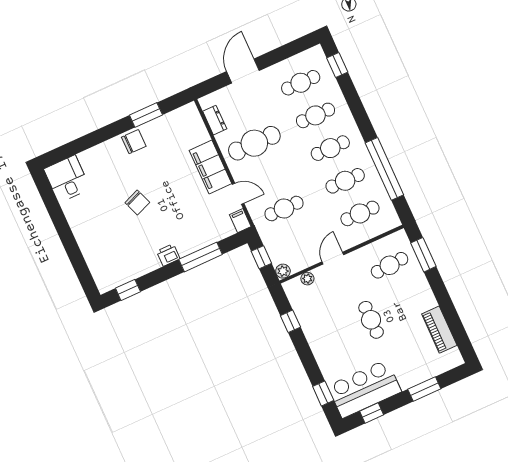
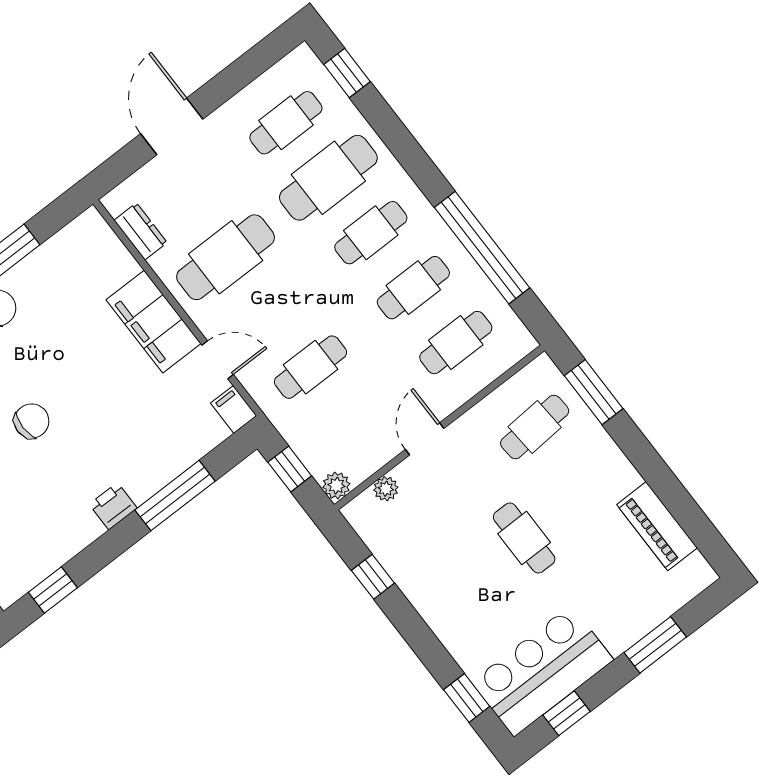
cafe table: (315, 115) -> (328, 178), width x1.37, depth x1.35
chair: (137, 202) -> (32, 421), turned -69

